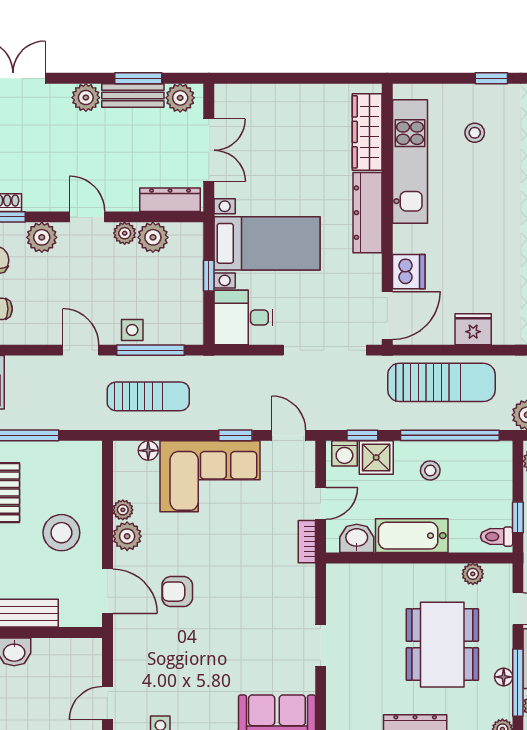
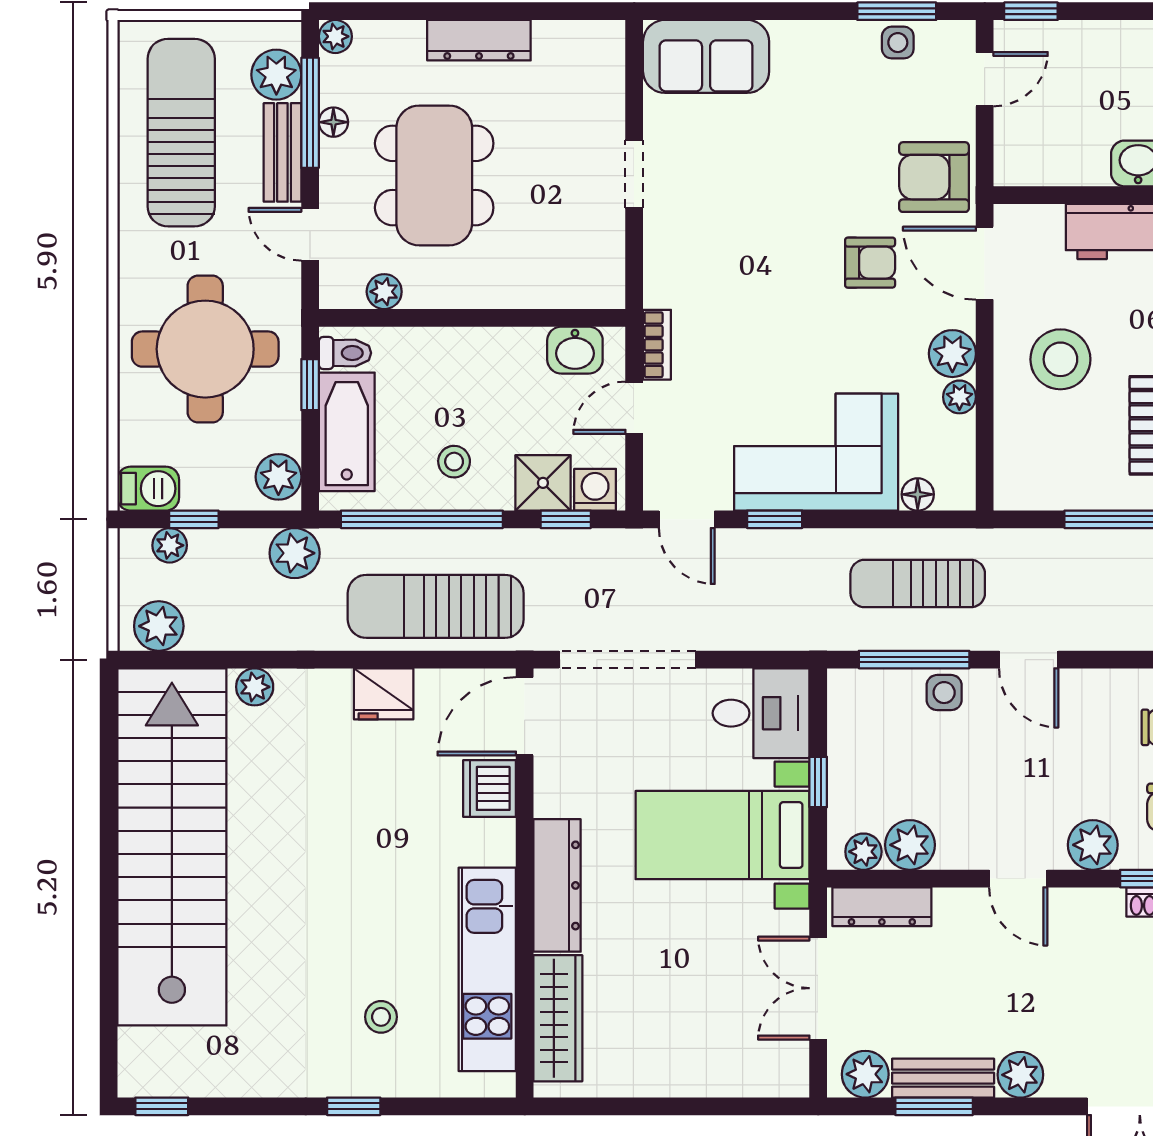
plant: (125, 233) -> (863, 852), moved
bathtub: (412, 536) -> (347, 432), moved, turned -90
armchair: (138, 644) -> (934, 177), added

